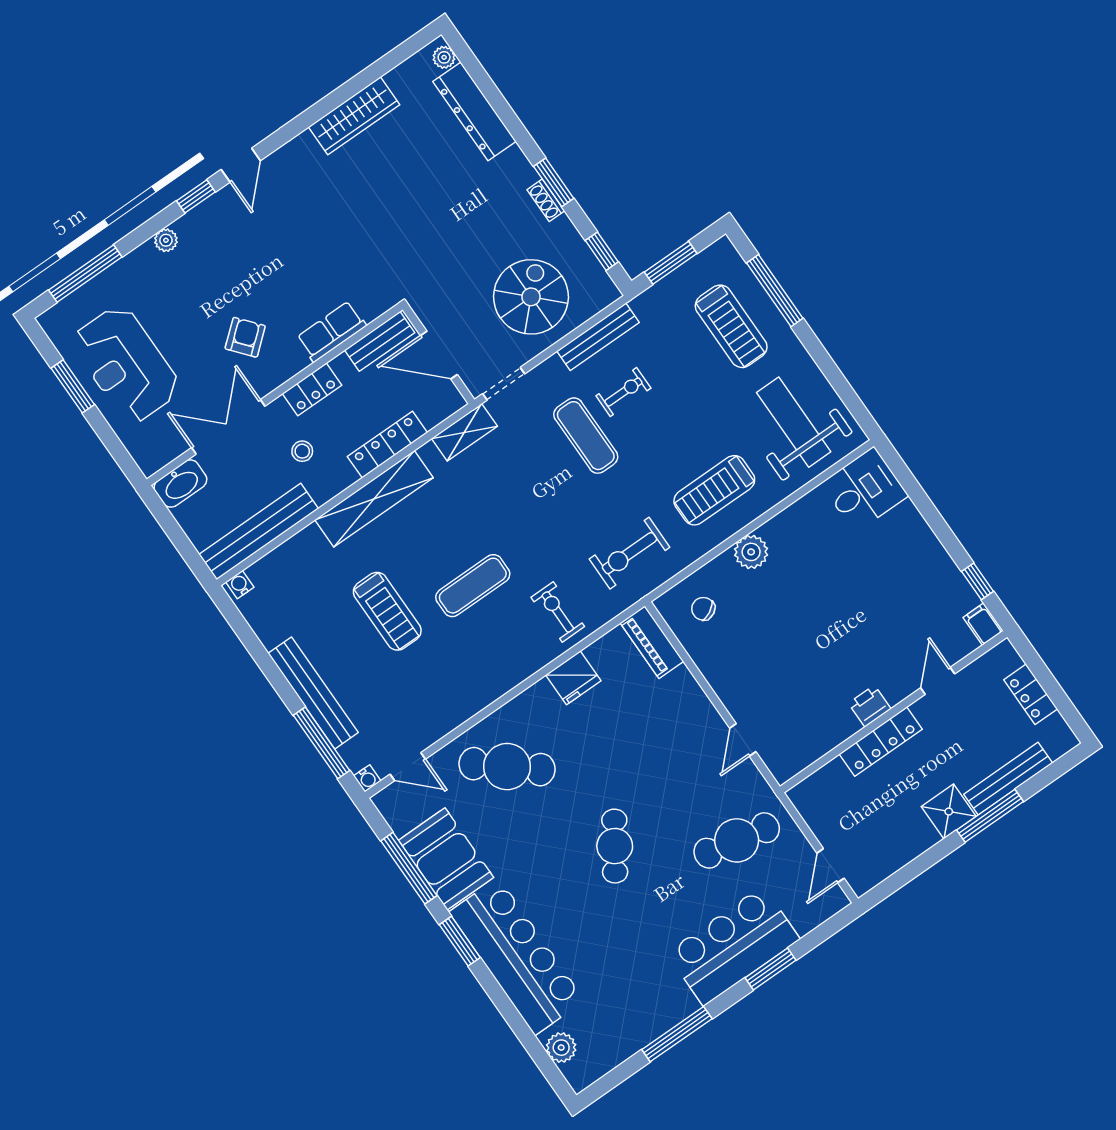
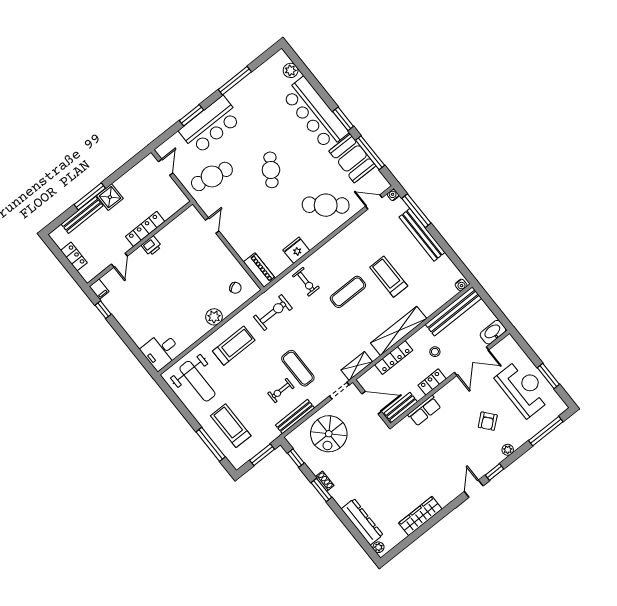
armchair: (245, 337) -> (488, 421), moved

